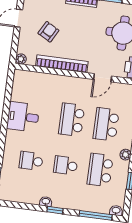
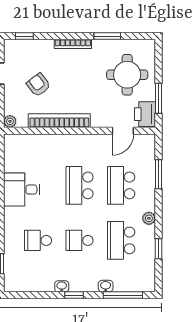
armchair: (48, 32) -> (38, 85), turned -66
door: (103, 78) -> (123, 131), moved
washbasin: (116, 211) -> (106, 286), moved

